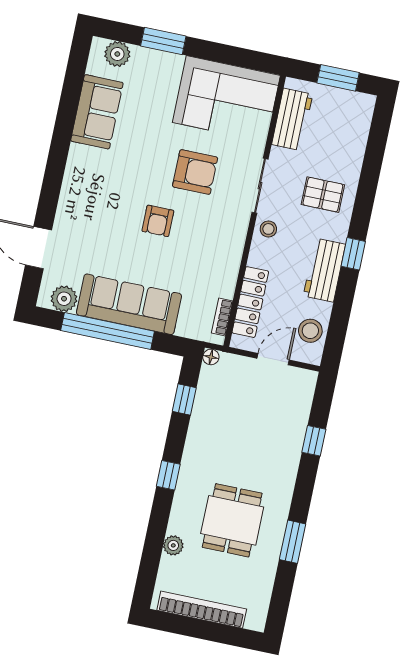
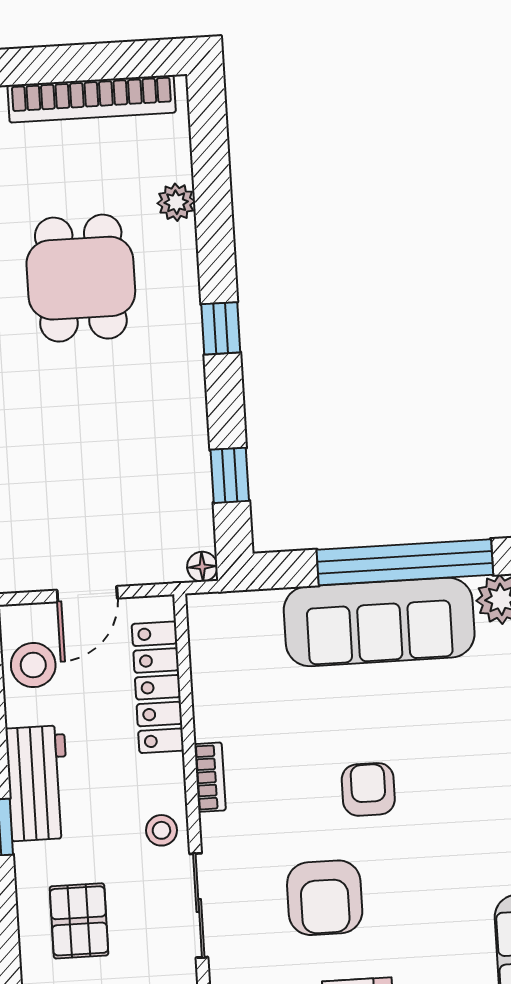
armchair: (195, 172) -> (325, 898), turned -90
pallet: (323, 195) -> (79, 921), turned 90
bookcase: (222, 317) -> (210, 777), moved

